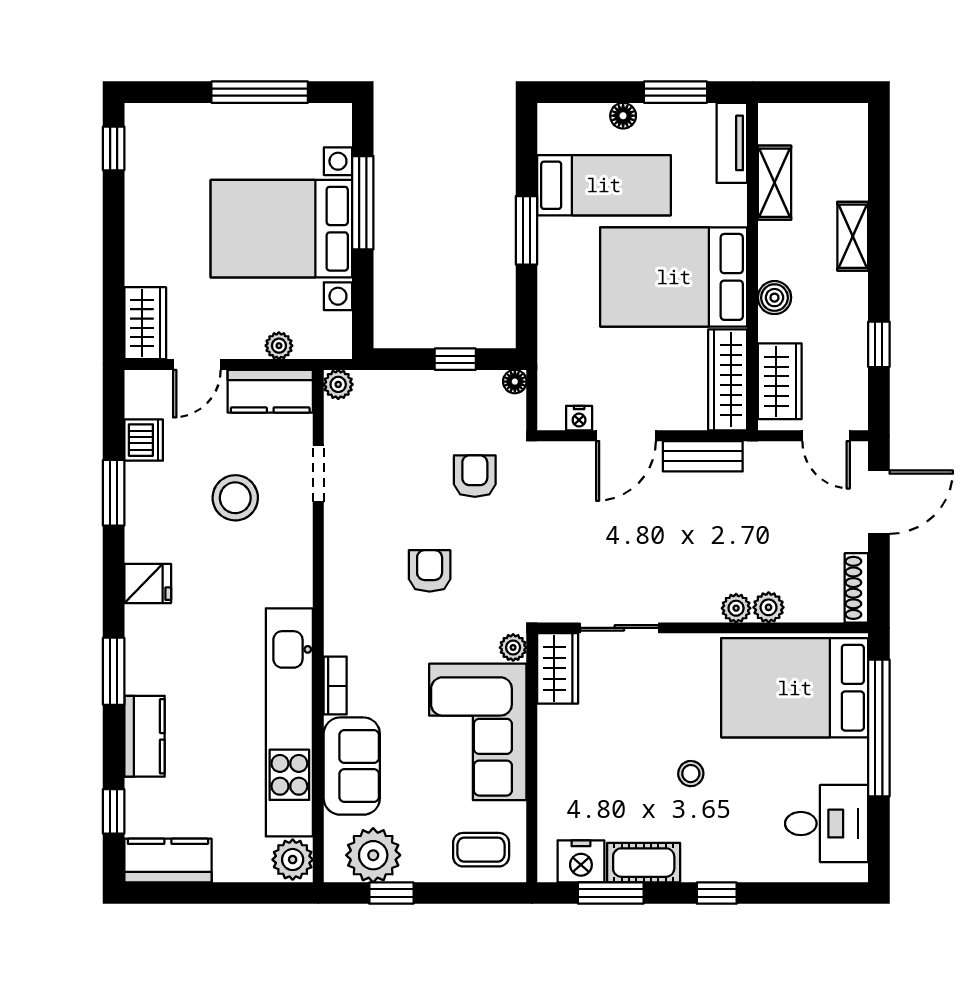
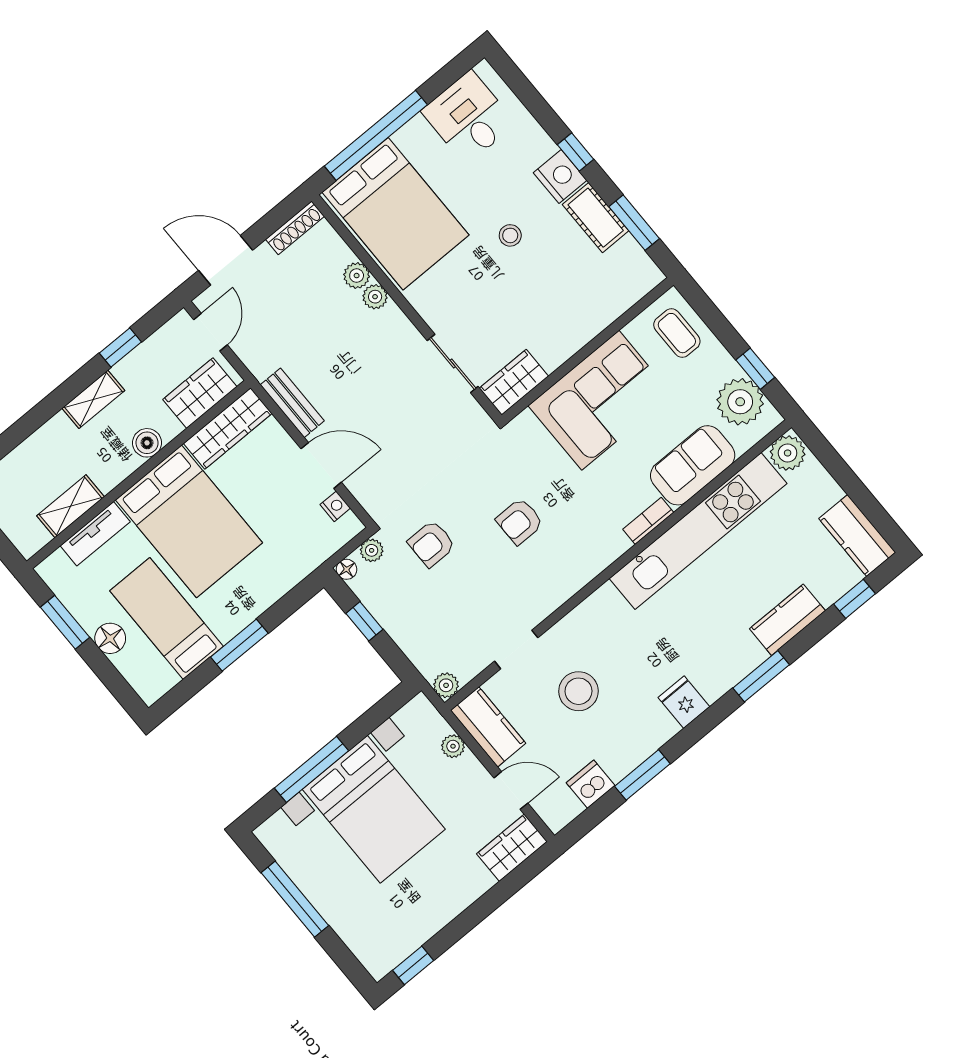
floor lamp: (623, 116) -> (110, 638), width x1.37, depth x1.37
tv unit: (732, 143) -> (95, 534), moved
shelving: (853, 236) -> (93, 399), moved
plant: (513, 647) -> (372, 550), moved
nightstand: (581, 861) -> (560, 177), moved

